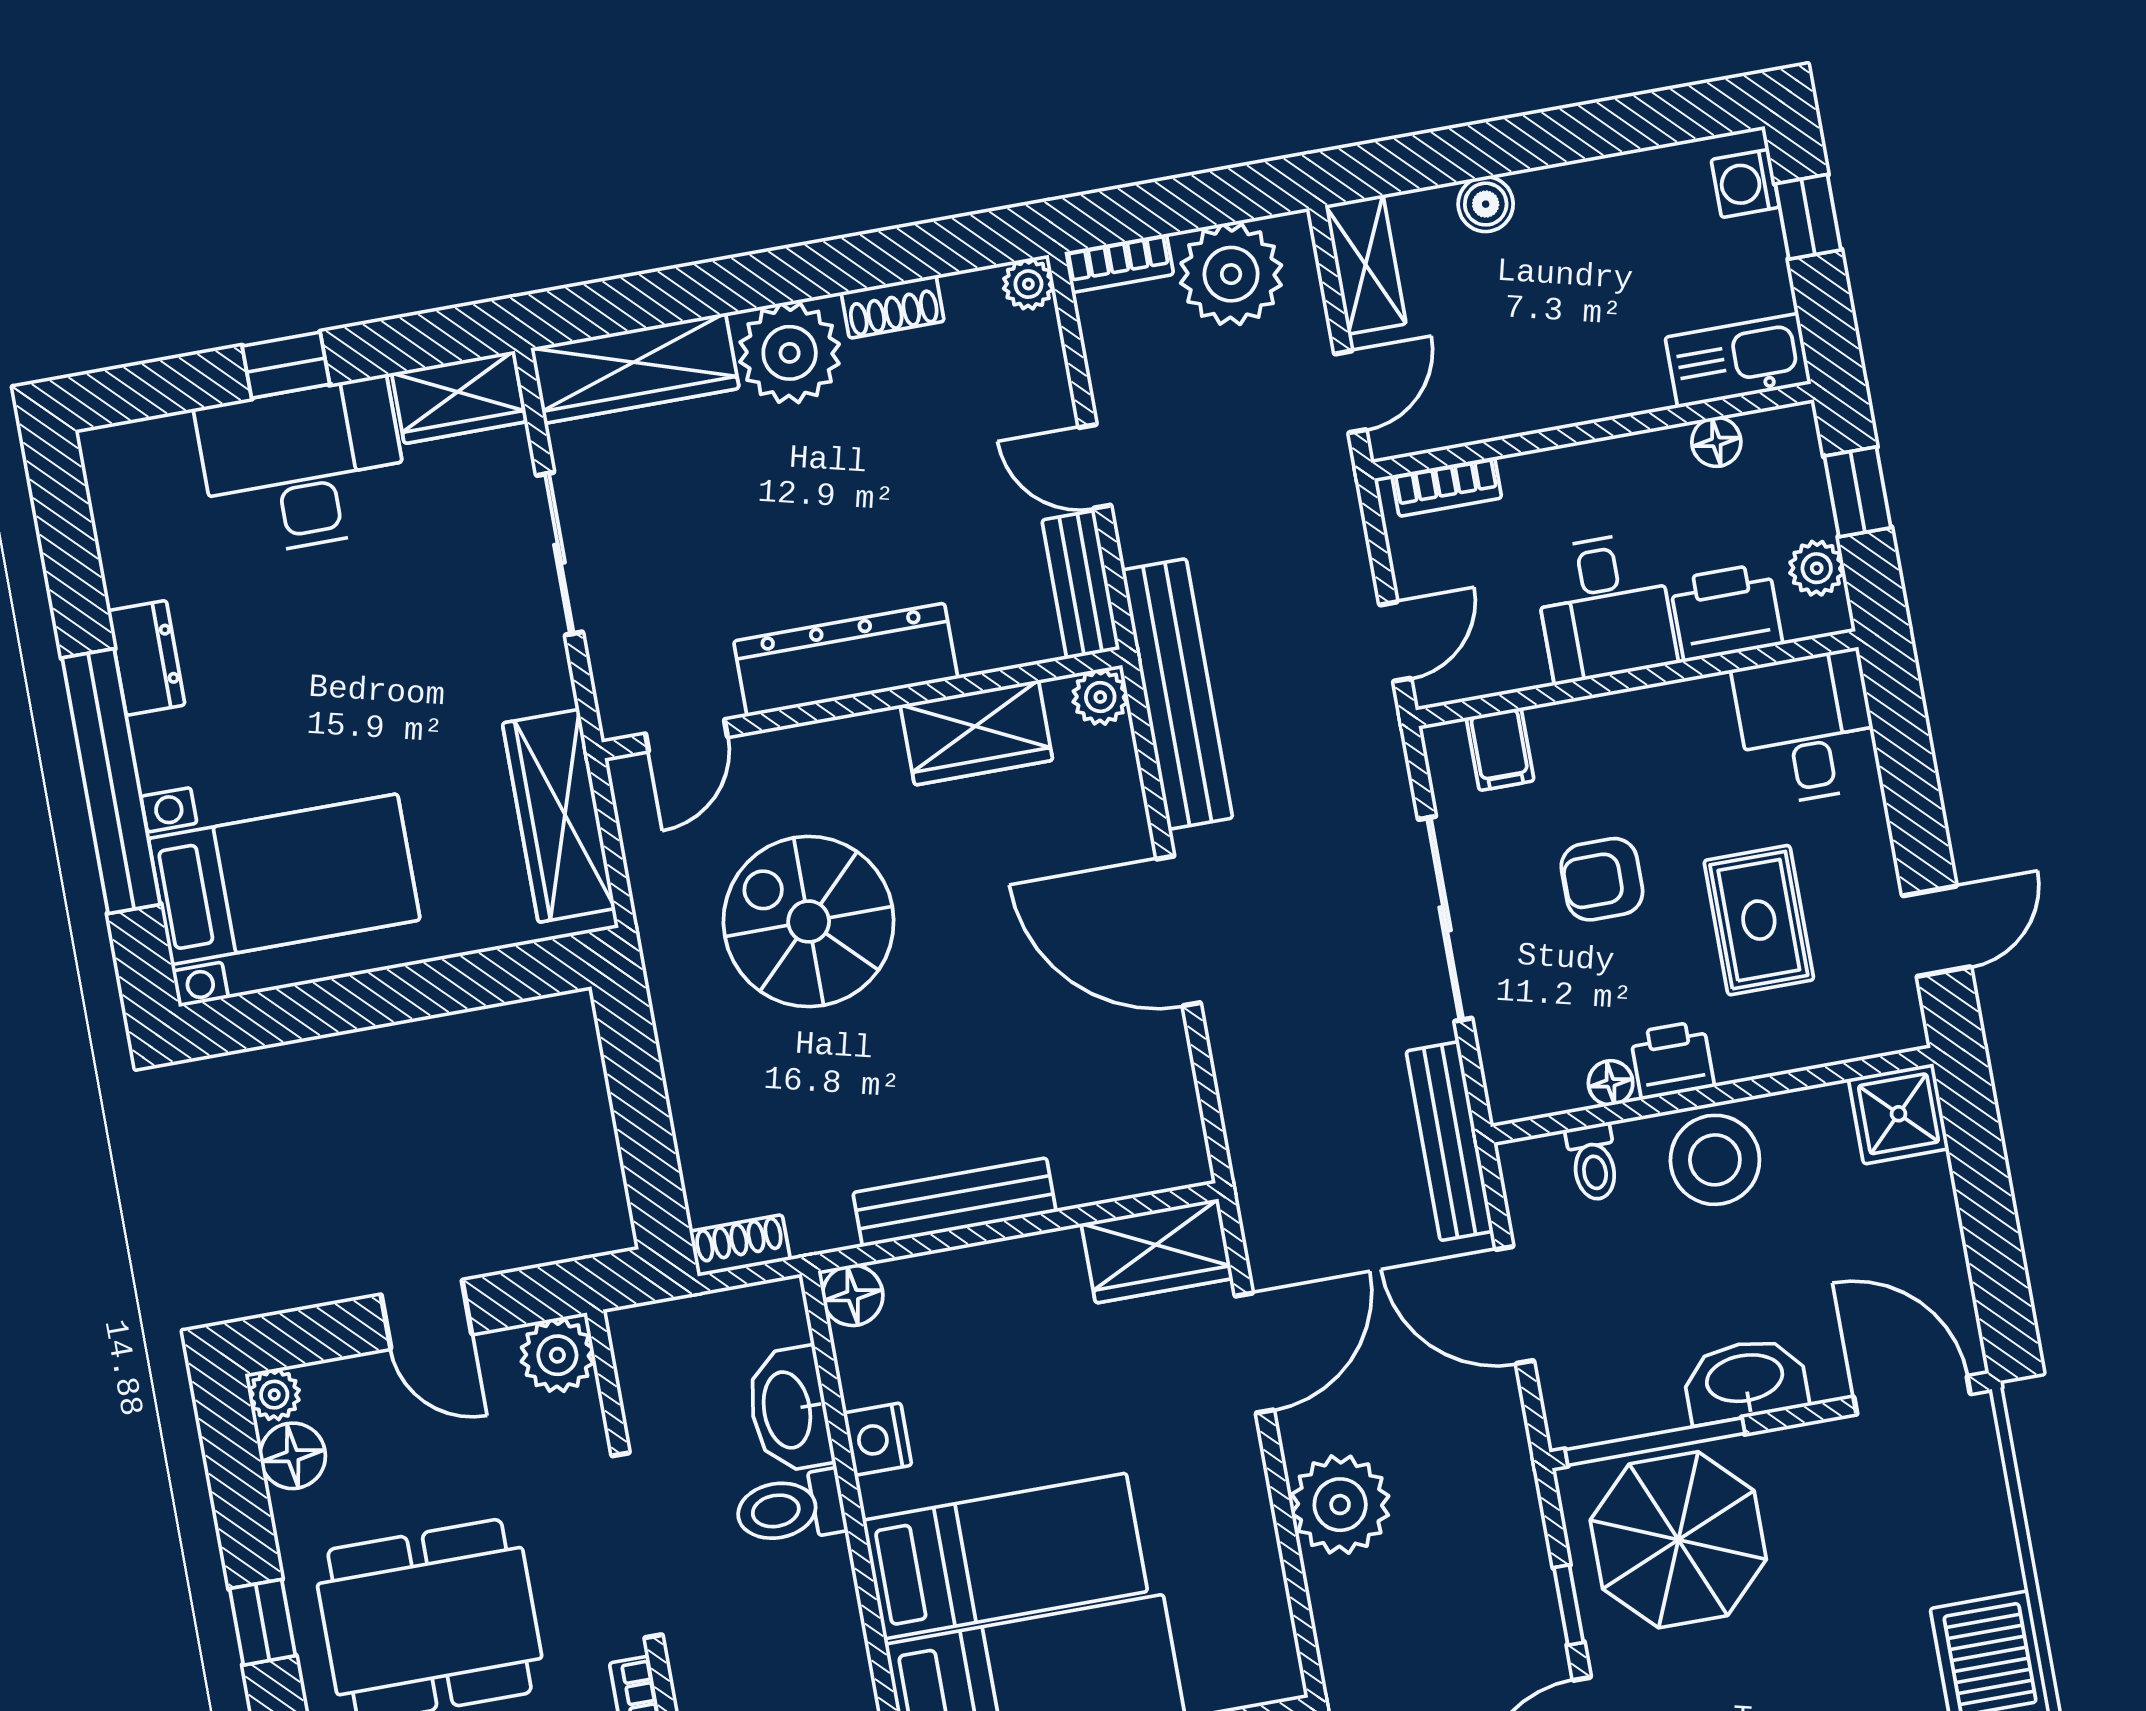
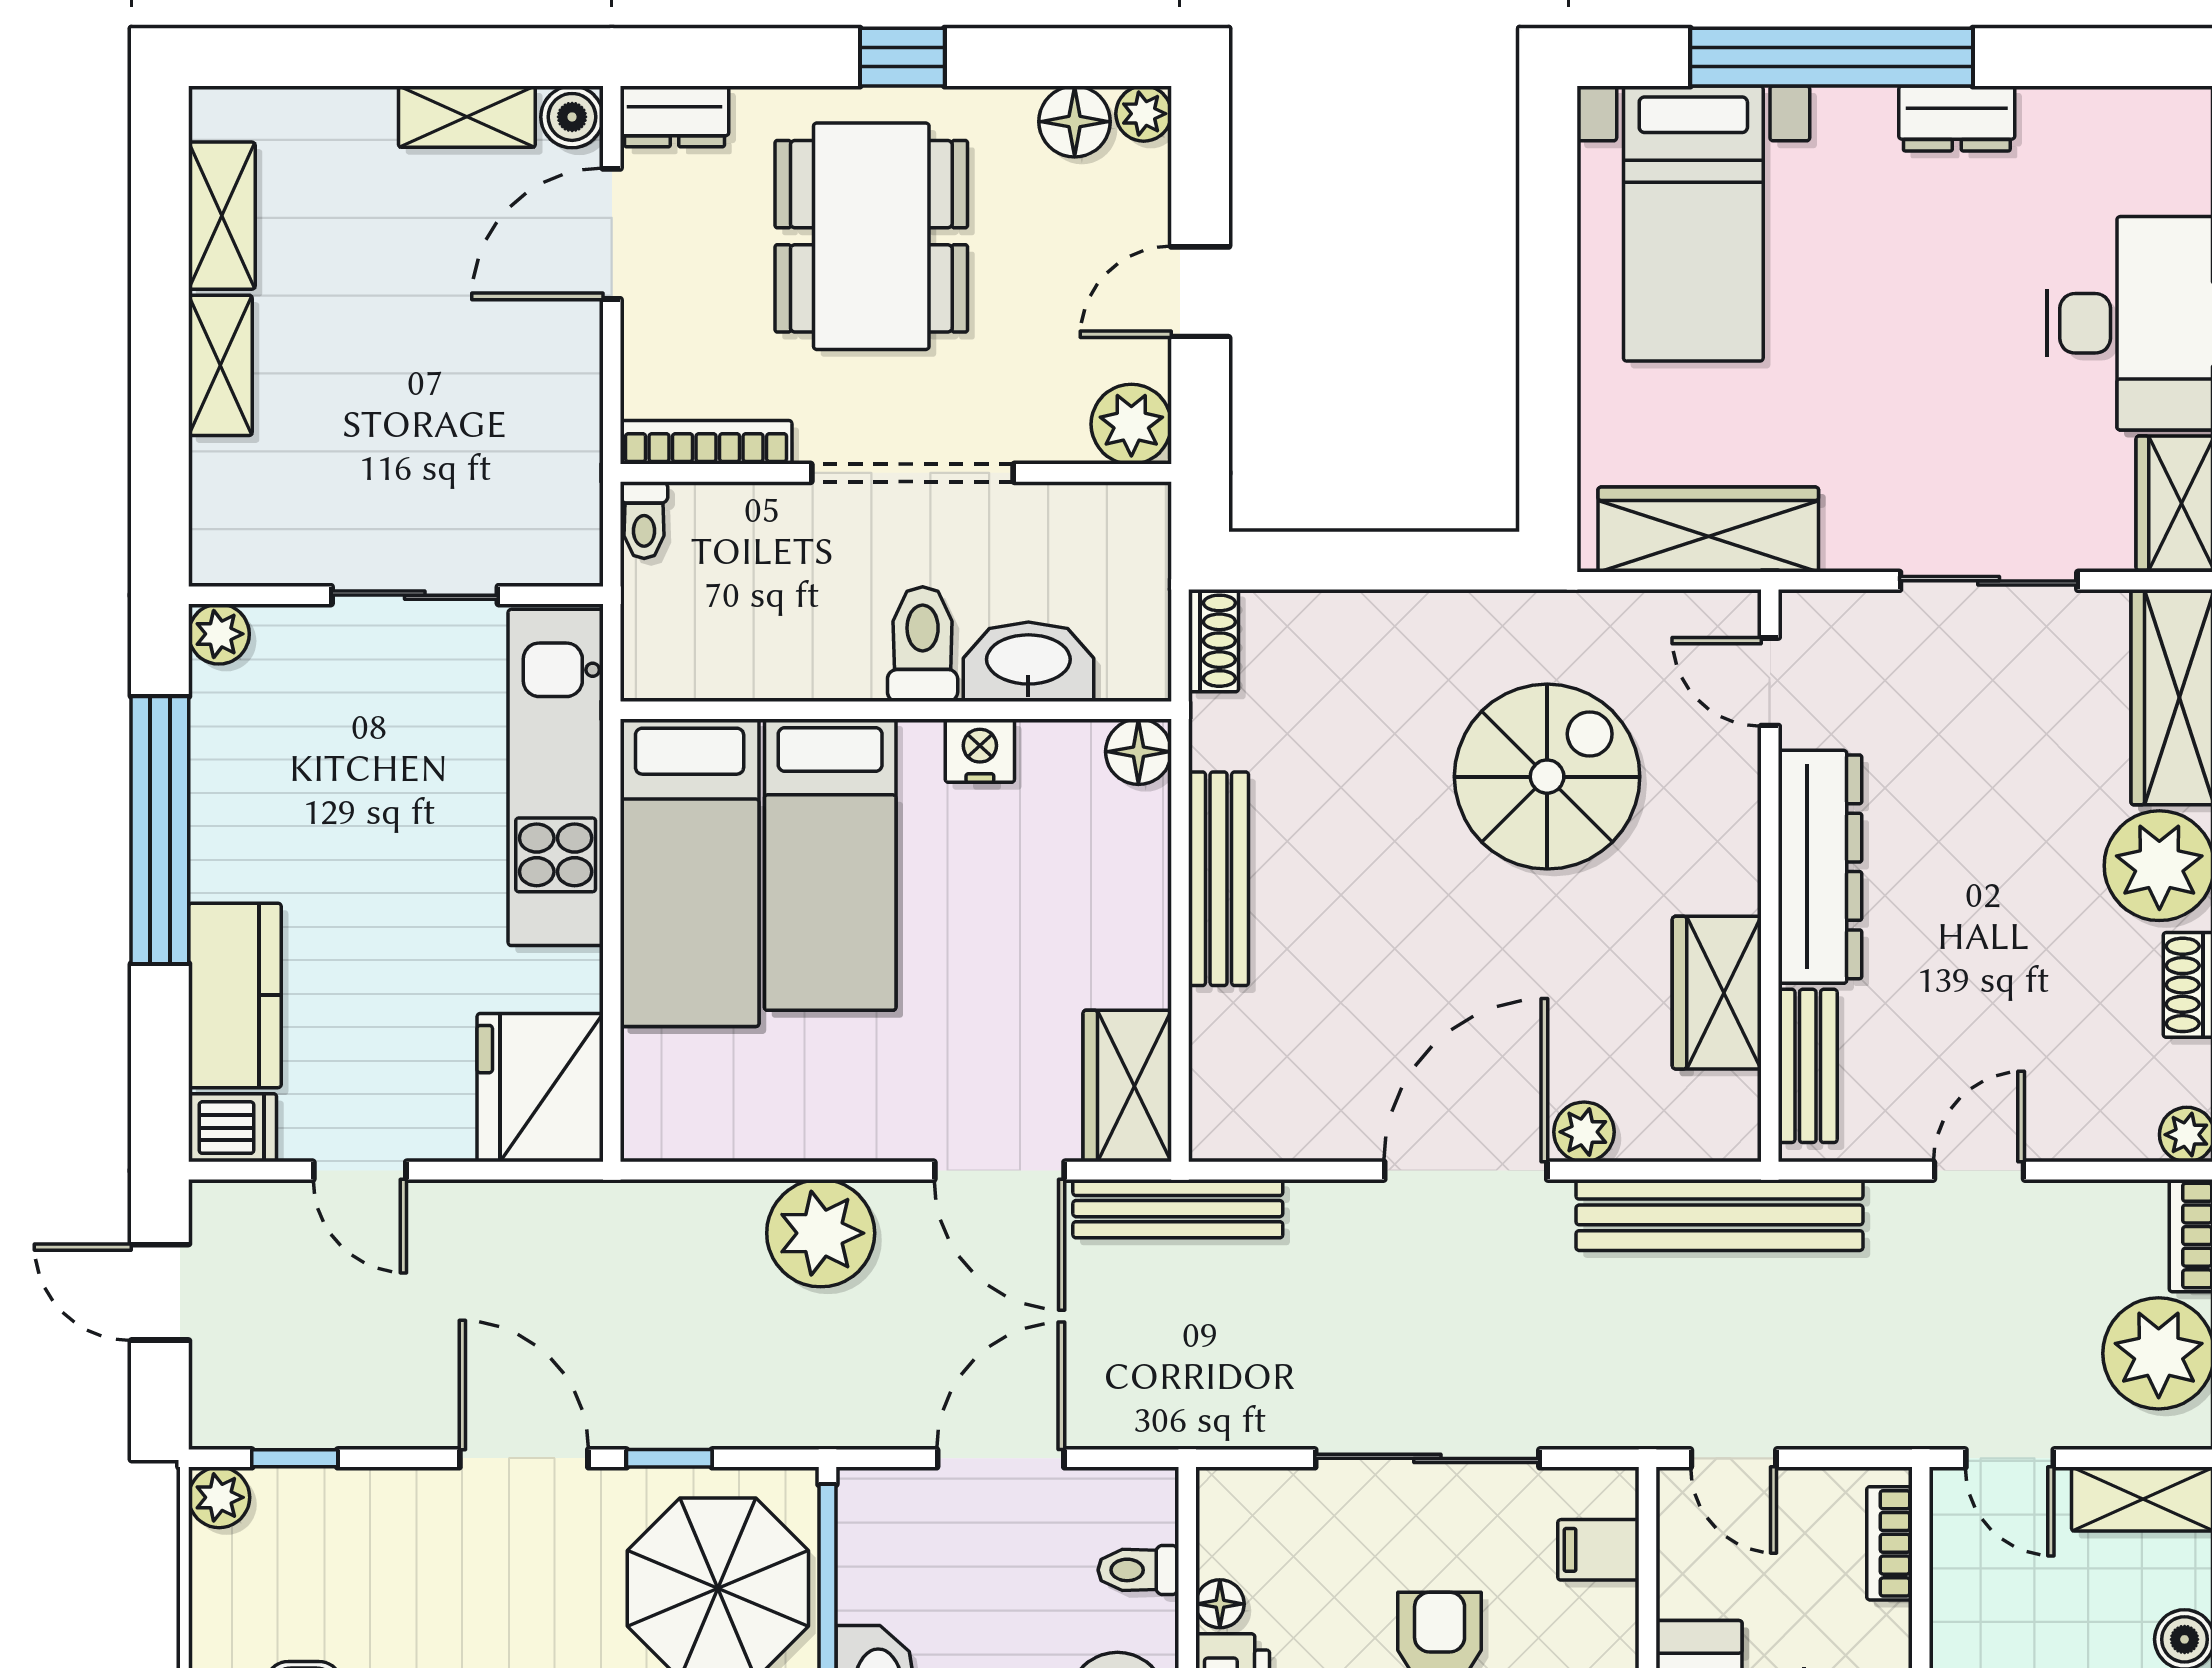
bench: (1081, 585) -> (1808, 1066), moved, turned 90
plant: (1100, 697) -> (1584, 1132), moved
bench: (1450, 1141) -> (1178, 1209), moved

